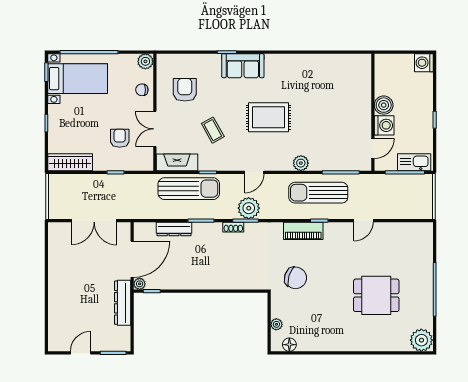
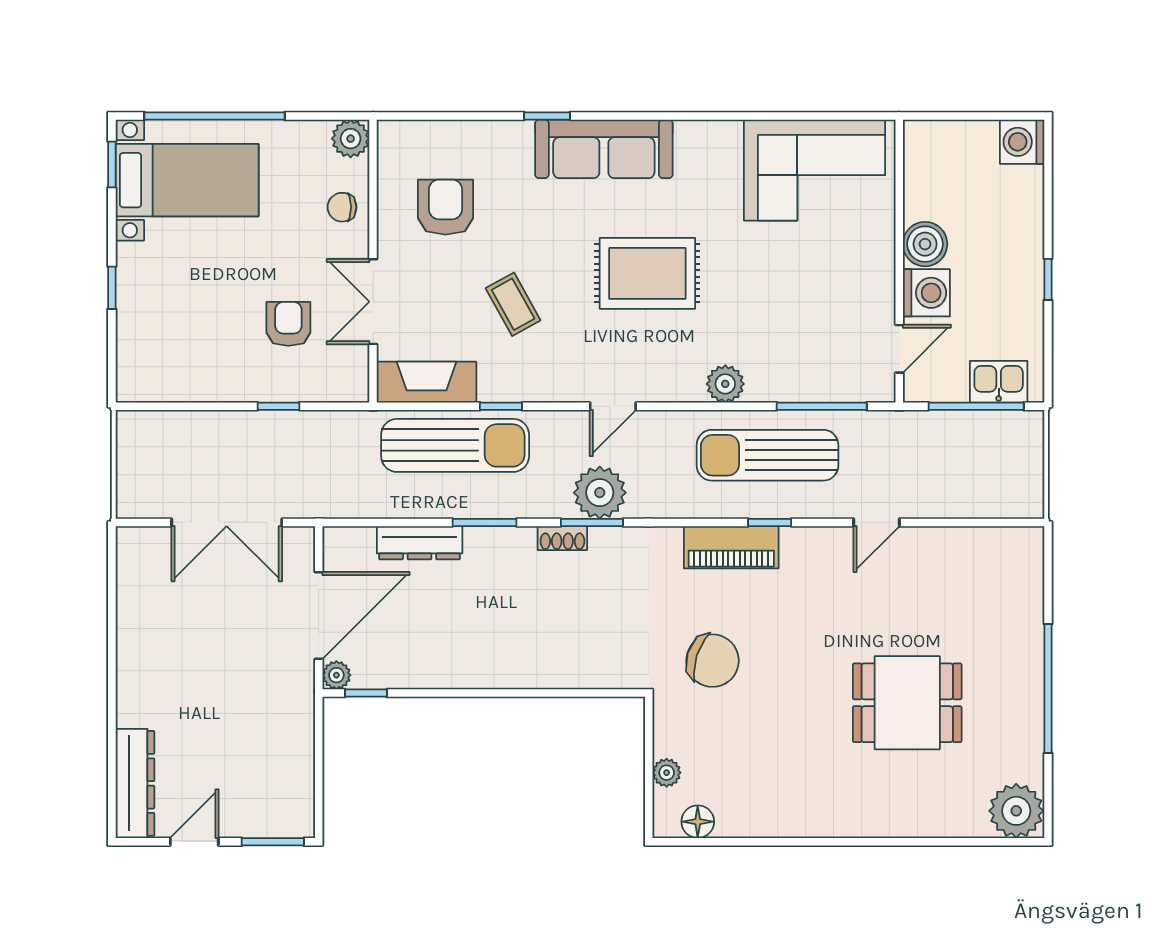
sofa: (243, 66) -> (604, 149), width x1.36
corner sofa: (338, 74) -> (814, 170), added
wardrobe: (70, 162) -> (169, 382), removed
kitchen sink: (414, 162) -> (999, 382), width x0.73
dresser: (123, 303) -> (135, 783), moved, turned 180

